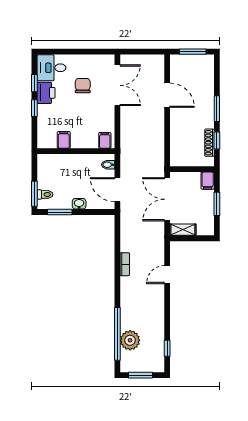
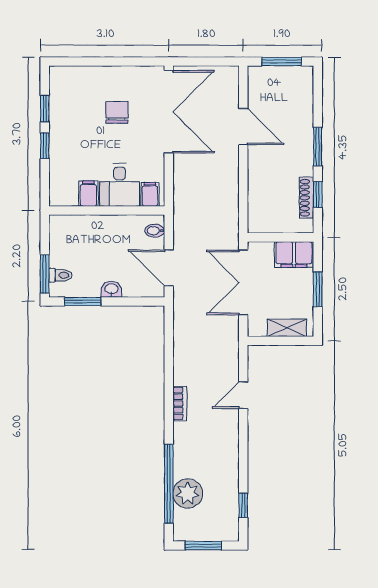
desk: (51, 68) -> (119, 185), moved, turned -90
double door: (117, 85) -> (169, 112), width x1.36
printer: (46, 93) -> (62, 123), removed
filing cabinet: (208, 181) -> (294, 255), width x2.00
shelving: (183, 230) -> (287, 328), moved
bookcase: (125, 264) -> (180, 403), moved

